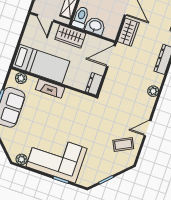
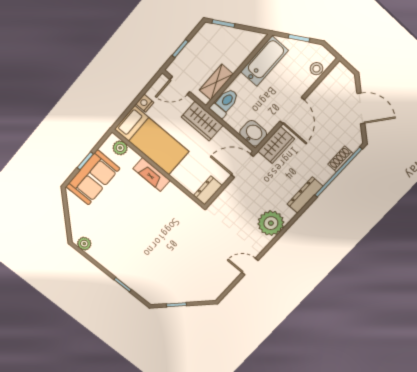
door: (45, 18) -> (180, 86), hinge flipped
washbasin: (95, 26) -> (253, 133), moved
nightstand: (26, 40) -> (145, 103), added
plant: (153, 91) -> (271, 223), width x1.88, depth x1.88
coffee table: (123, 144) -> (213, 274), removed
corner sofa: (56, 157) -> (127, 258), removed

